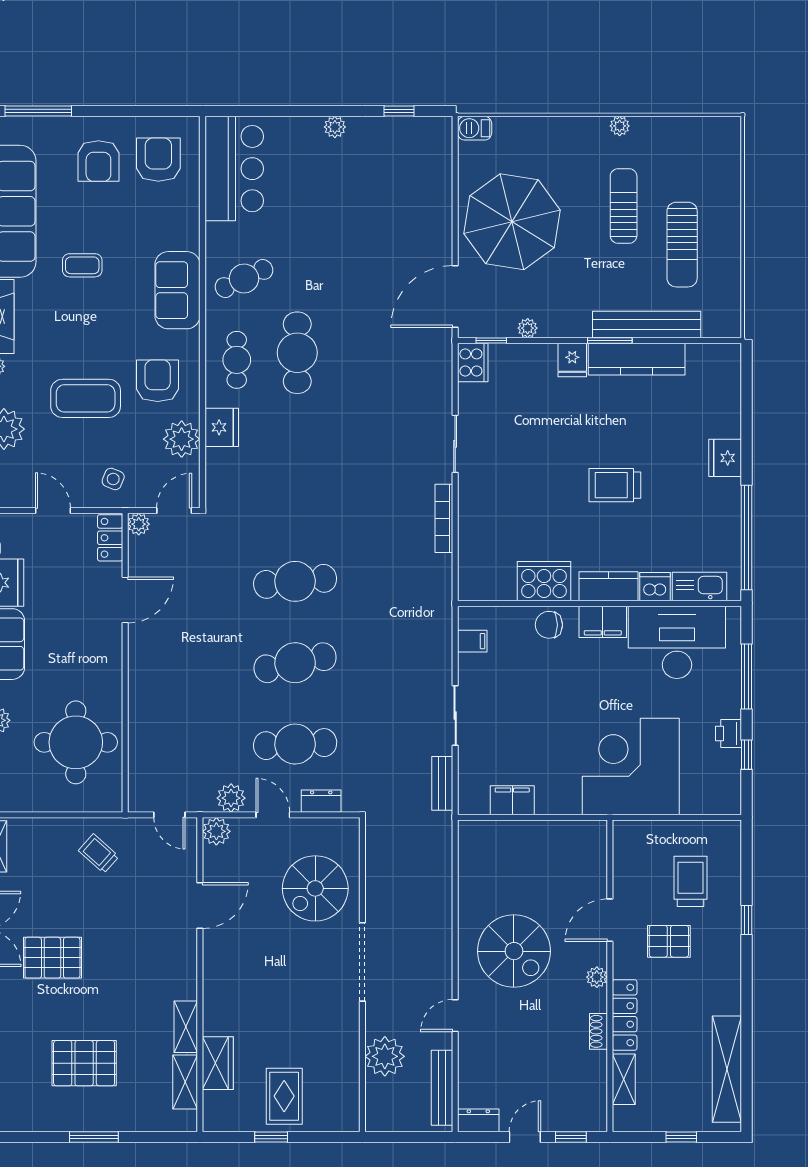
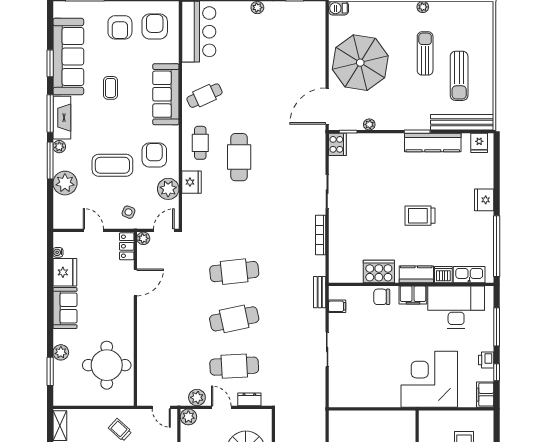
coffee table: (82, 265) -> (110, 88), turned 90
sofa: (177, 290) -> (166, 94), width x1.36
bench: (647, 324) -> (462, 122), moved
cafe table: (297, 353) -> (239, 157), moved
fridge: (572, 360) -> (479, 143), moved
bench: (442, 783) -> (320, 292), moved
filing cabinet: (512, 800) -> (485, 395), moved, turned -90

